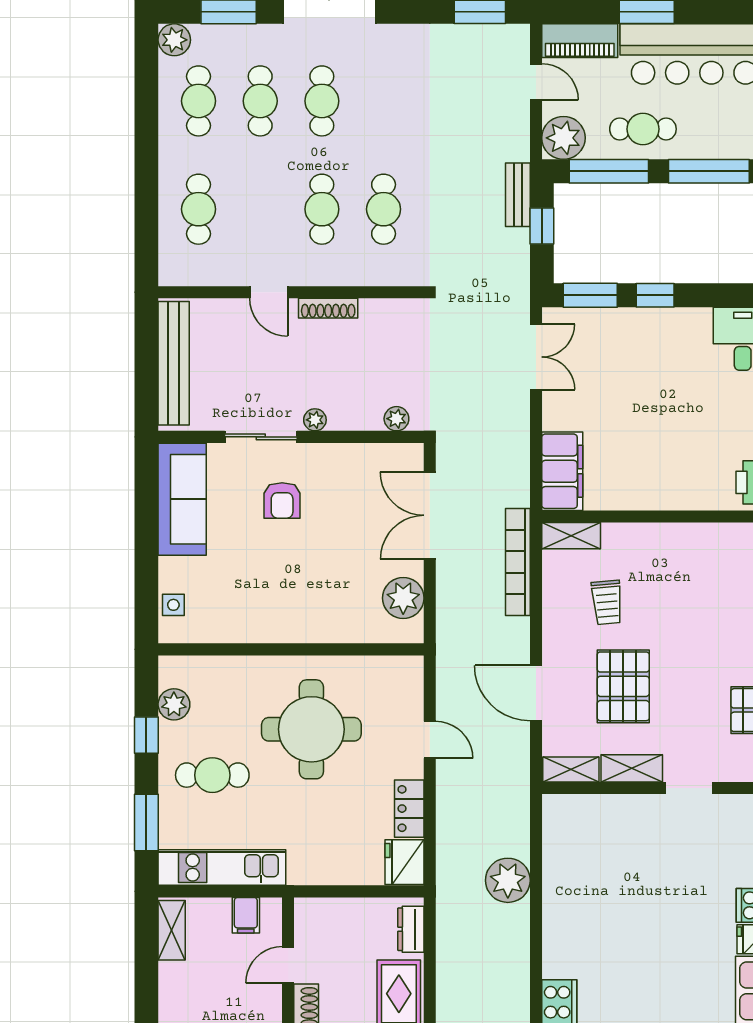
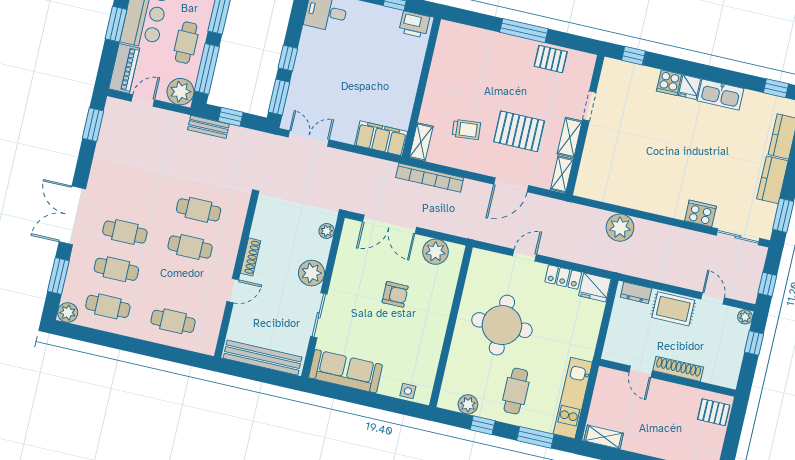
plant: (315, 420) -> (311, 273), width x1.87, depth x1.87
armchair: (282, 500) -> (395, 294), moved
filing cabinet: (246, 915) -> (605, 390), removed

